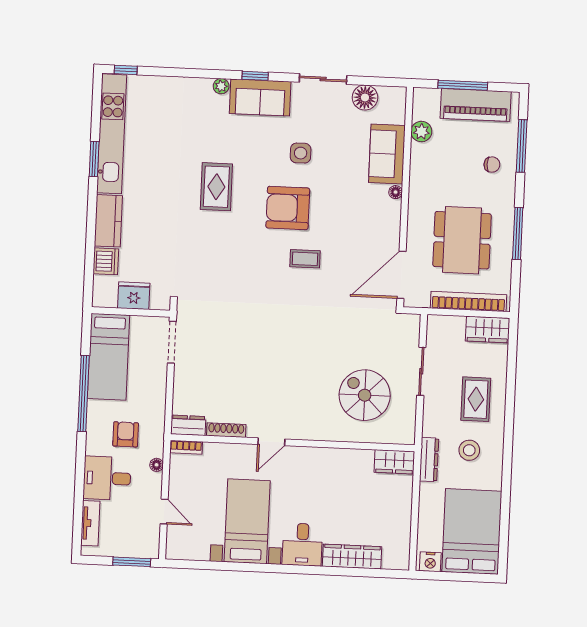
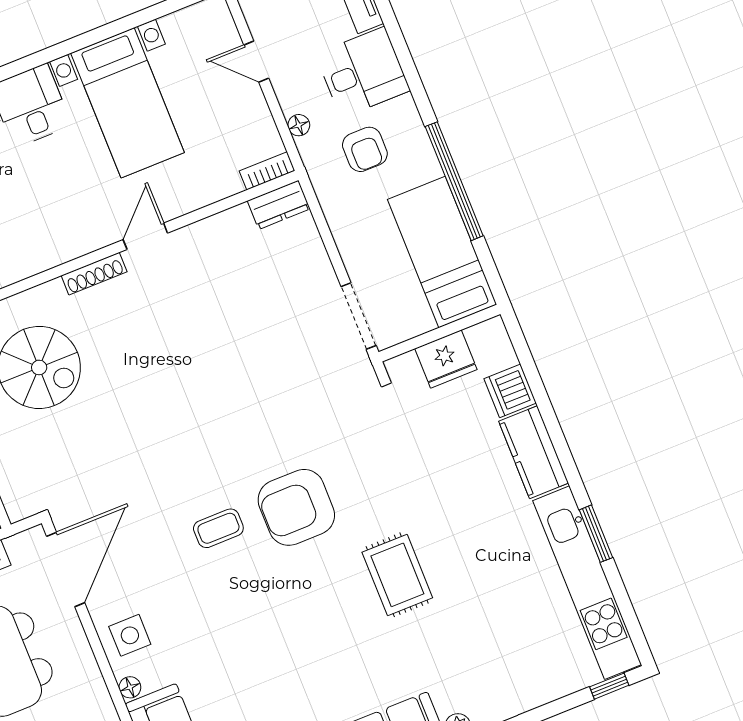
side table: (301, 153) -> (130, 635), moved
armchair: (288, 208) -> (296, 507), moved, turned 180
shoe rack: (226, 430) -> (94, 274), moved

